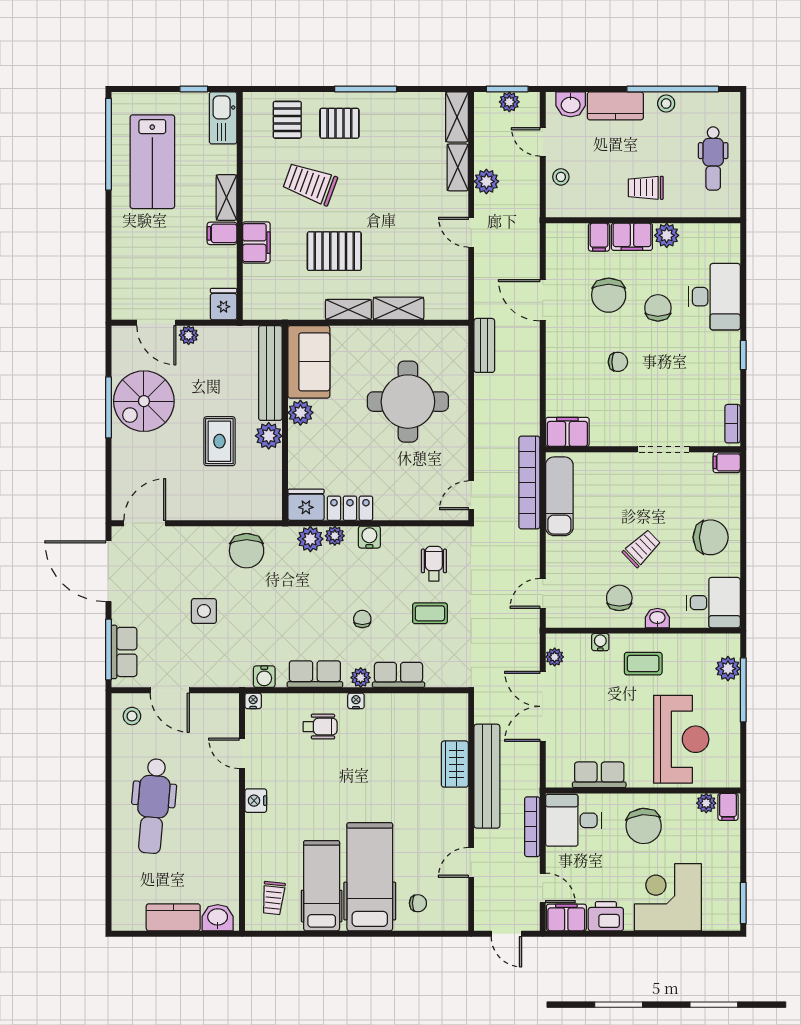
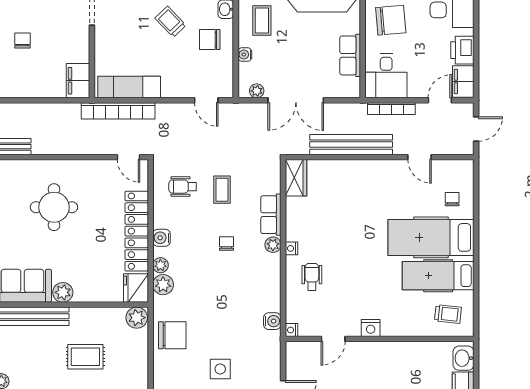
round table: (408, 402) -> (54, 207), width x0.73, depth x0.73
plant: (269, 436) -> (137, 318), moved
locker: (350, 508) -> (137, 231), width x2.16, depth x1.21
chair: (362, 619) -> (226, 243), turned 90
row of seats: (315, 674) -> (270, 281), removed
wardrobe: (455, 764) -> (296, 178), moved, turned -90

